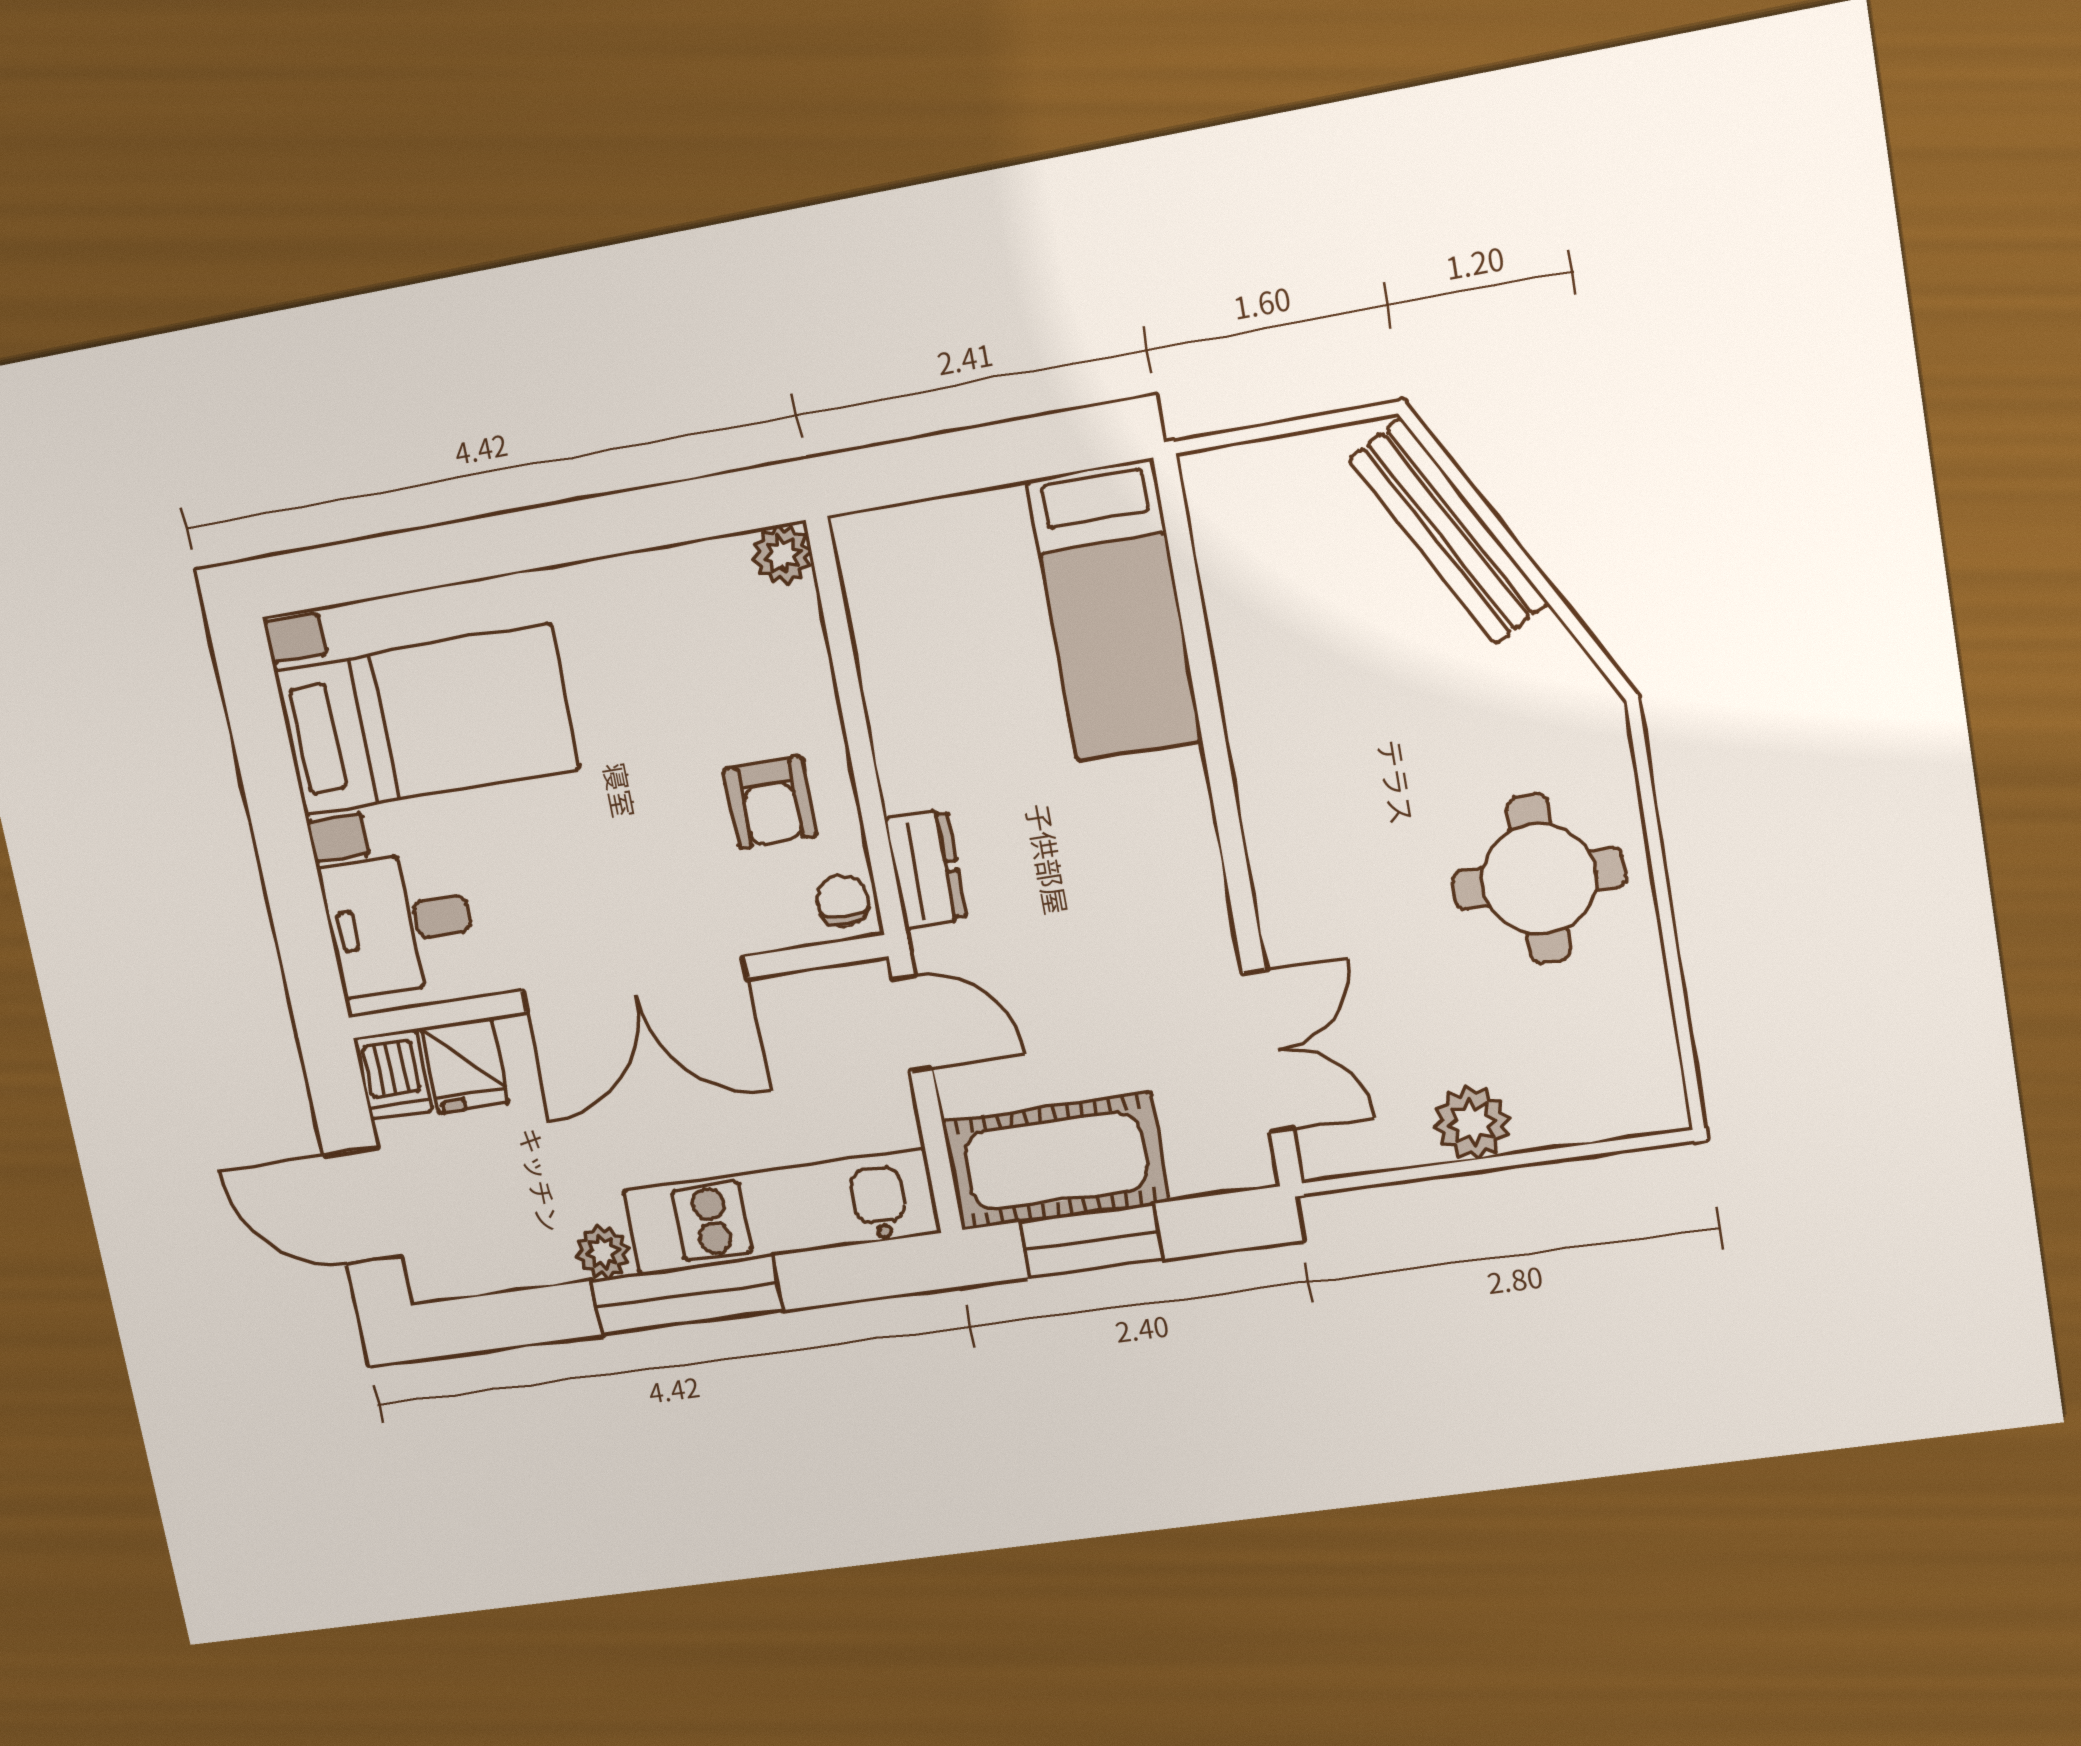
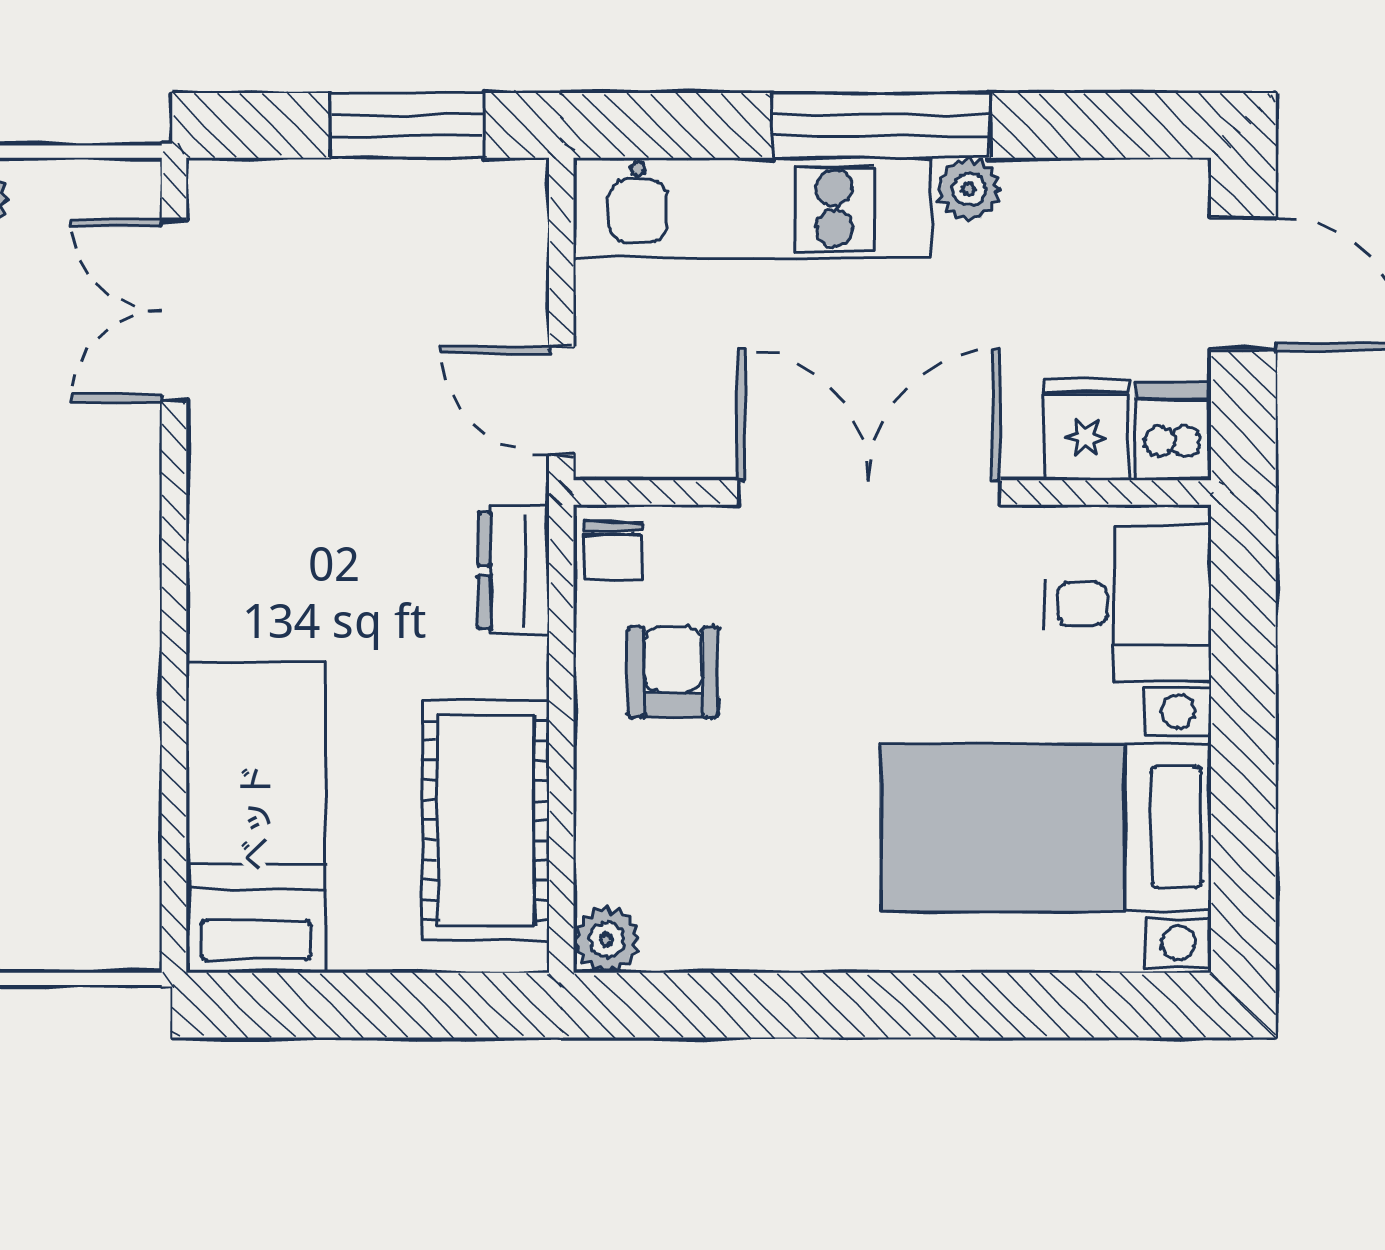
cot: (1056, 1161) -> (486, 820), moved, turned 90

